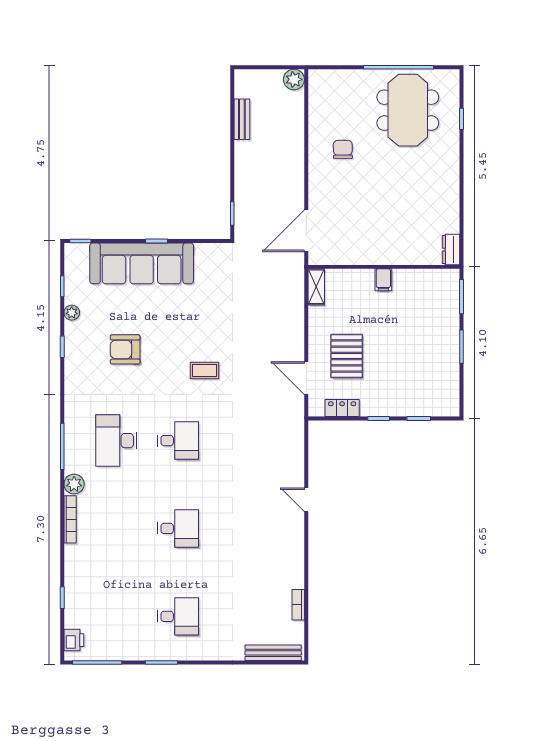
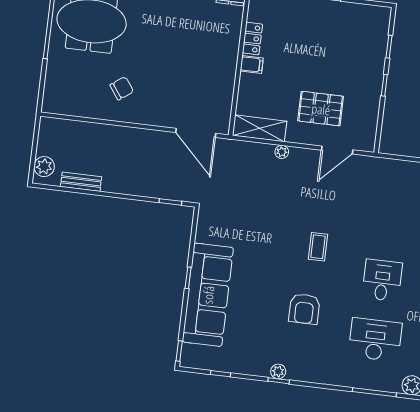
plant: (294, 79) -> (44, 167), moved
chair: (343, 149) -> (122, 88), turned 145
shelving: (316, 287) -> (260, 128), width x1.50, depth x1.33
plant: (72, 313) -> (278, 371), moved
plant: (297, 321) -> (282, 152), added
armchair: (125, 349) -> (304, 309), moved
locker: (342, 408) -> (252, 39), moved, turned 180
desk: (116, 441) -> (375, 340), turned 180

